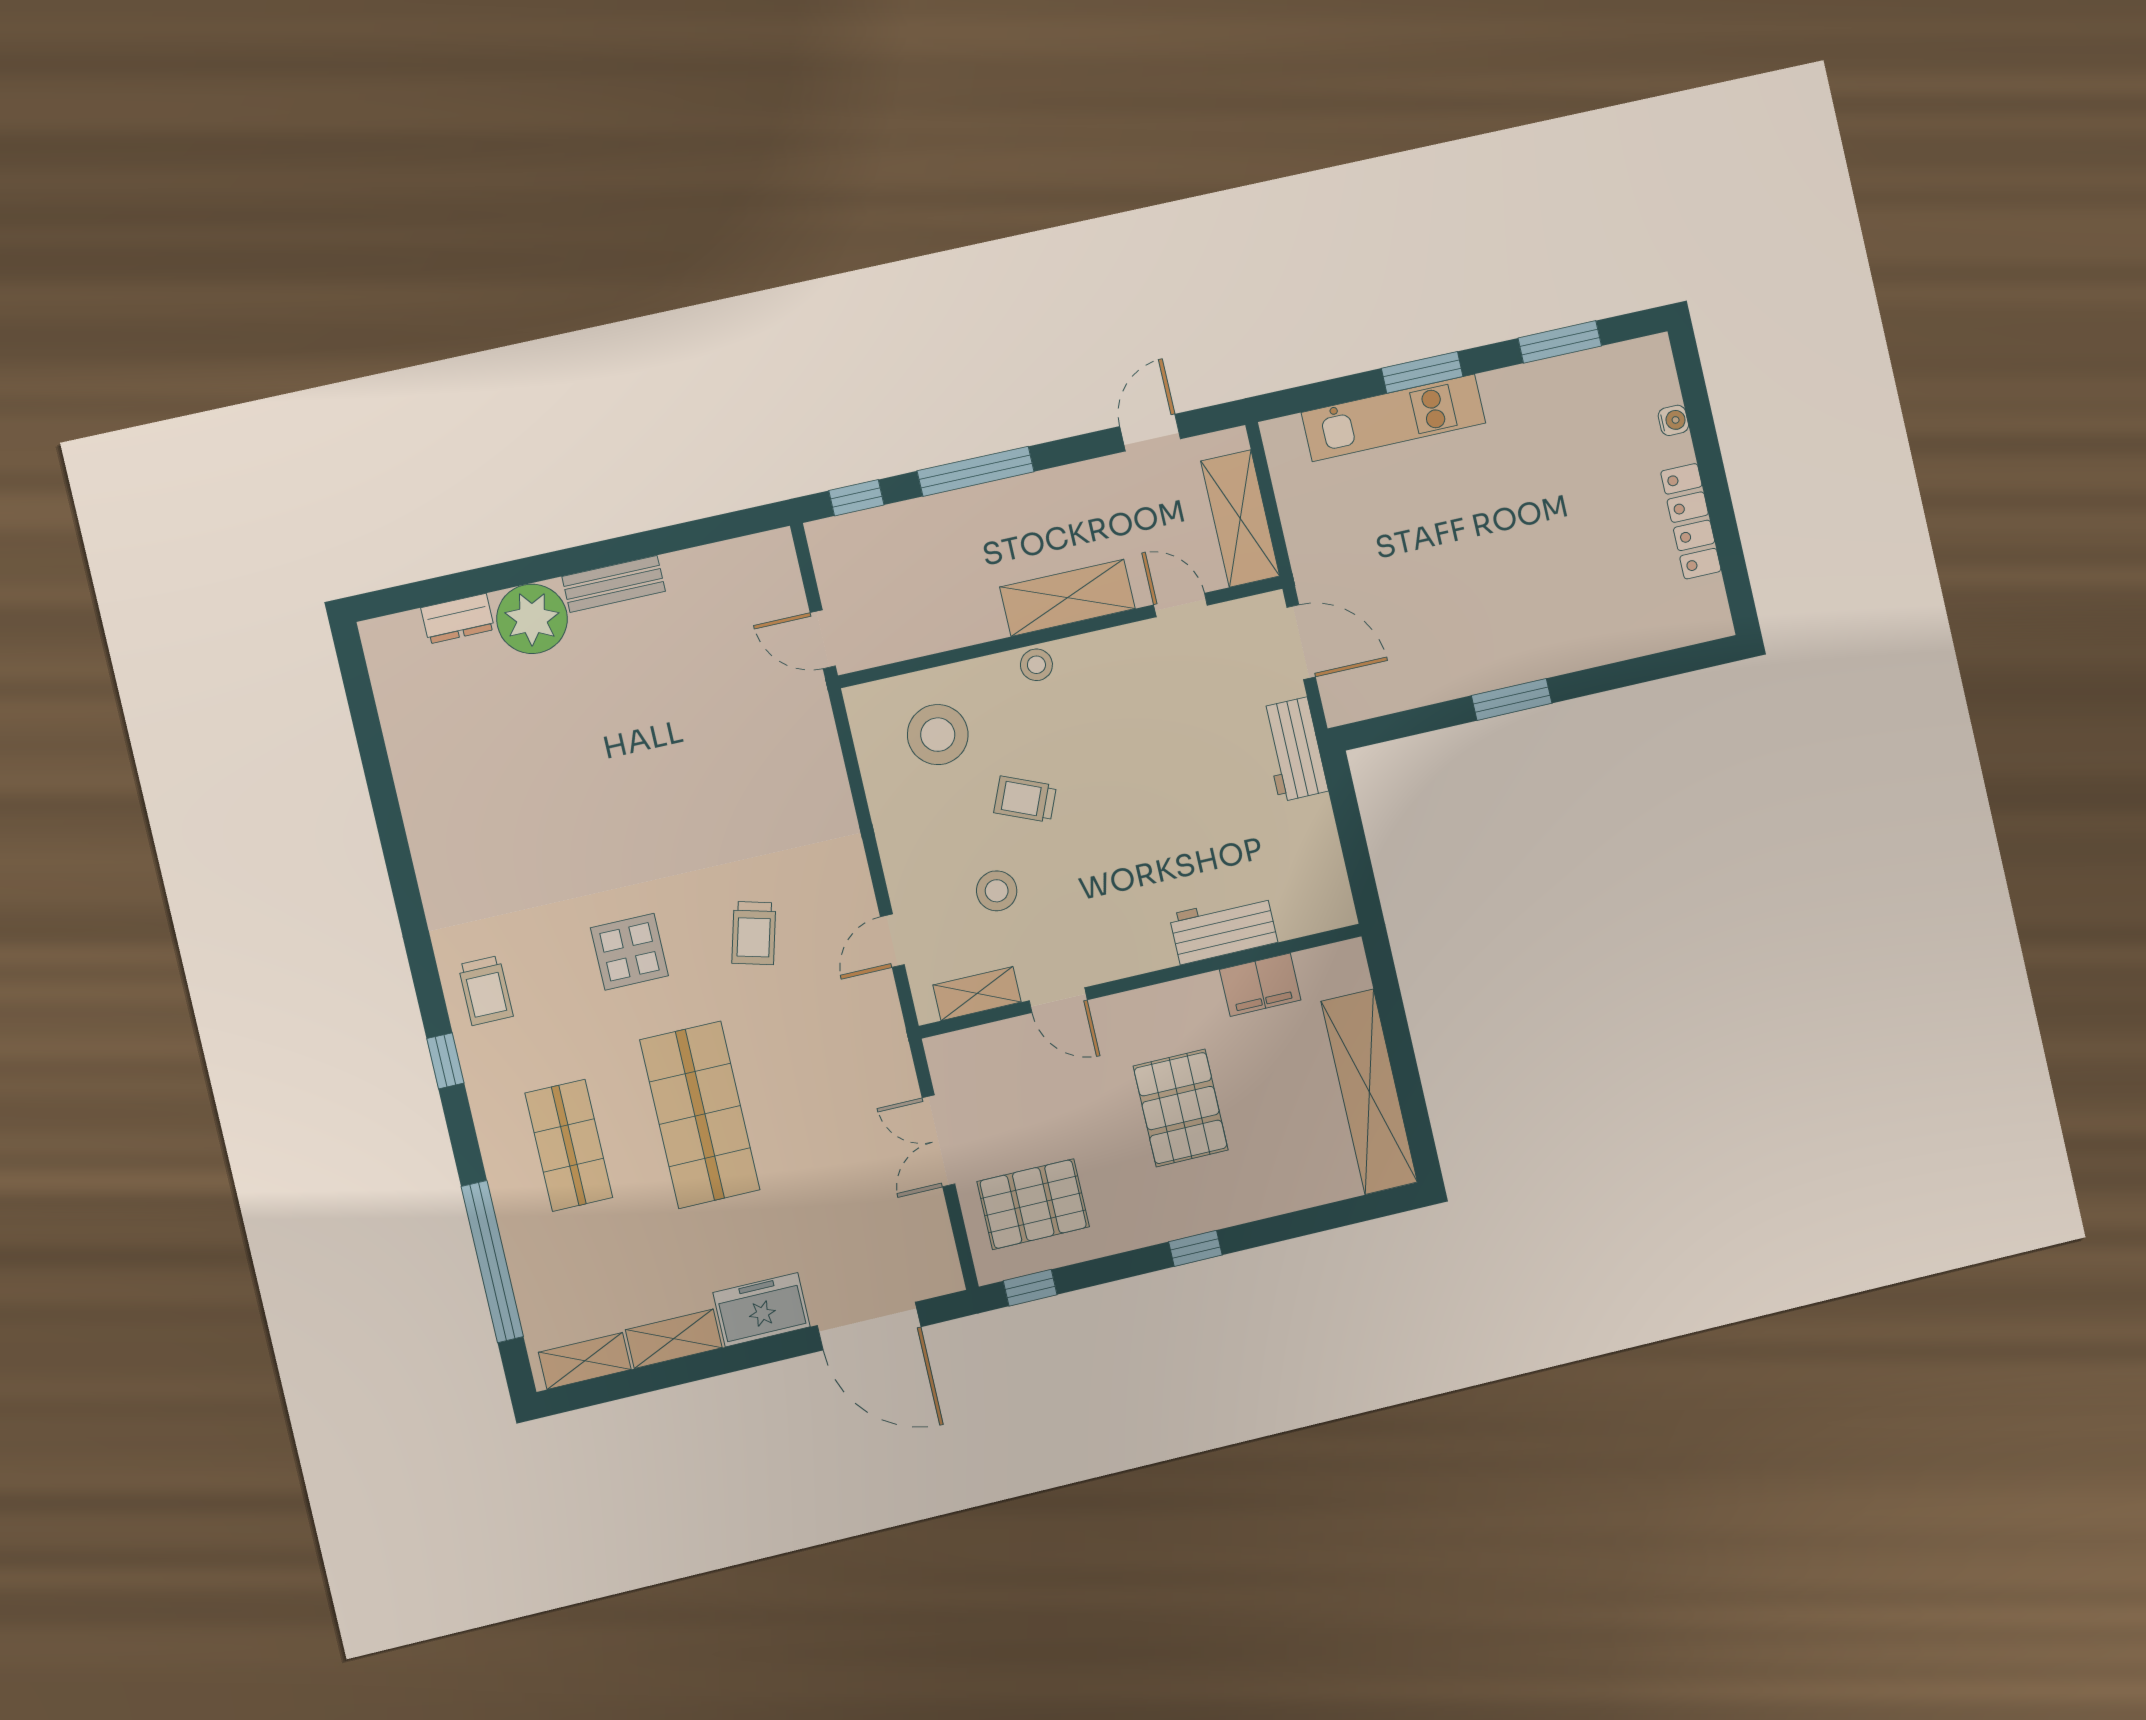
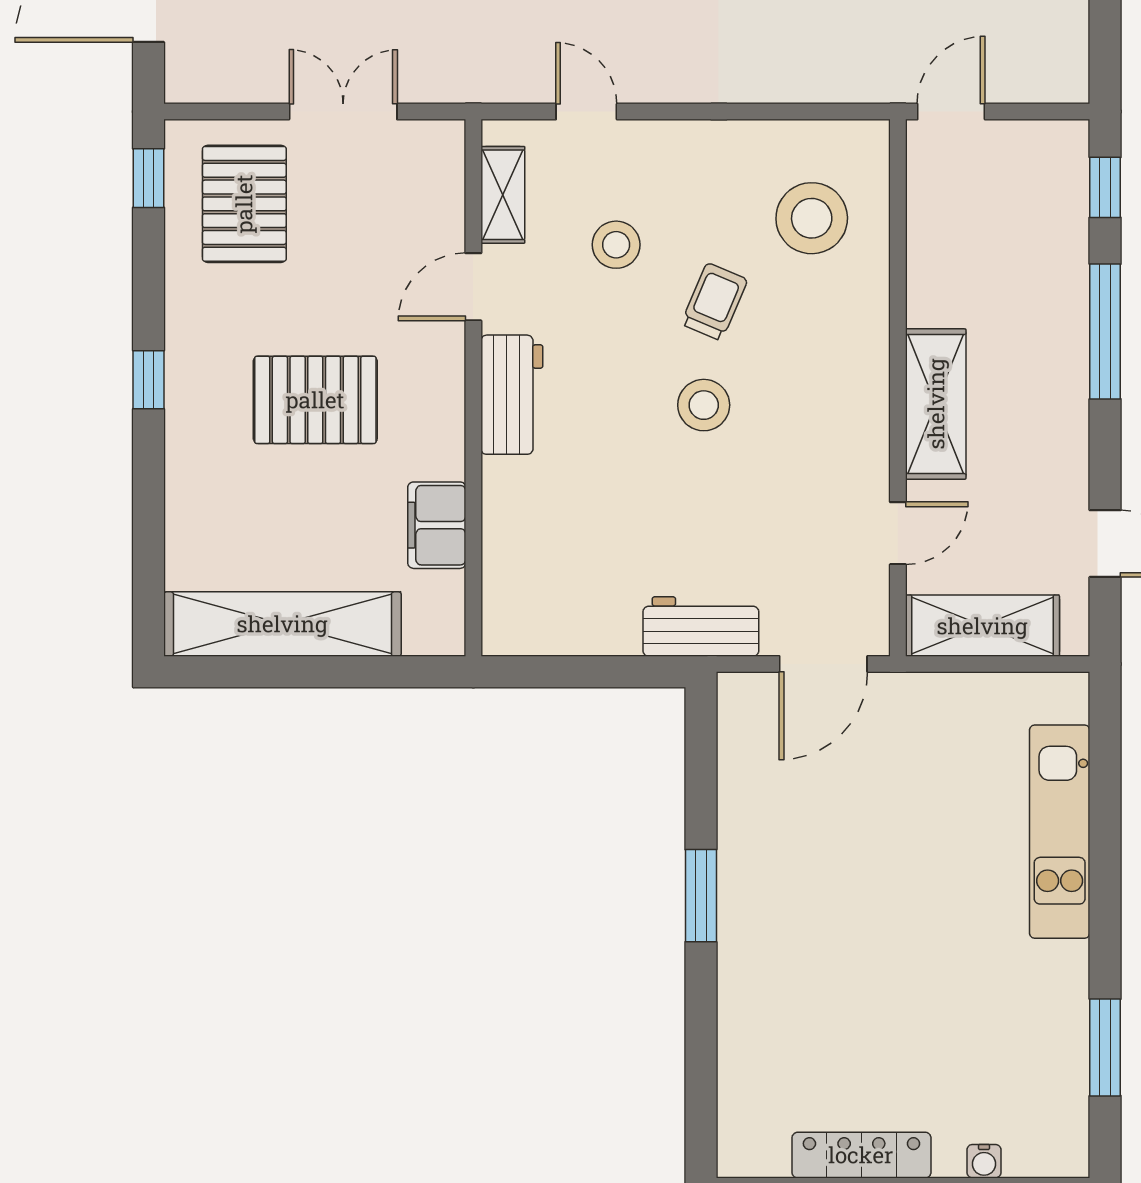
window: (1422, 372) -> (1105, 877), removed
stool: (1036, 665) -> (704, 405), moved, width x1.37, depth x1.37
workbench: (1223, 929) -> (512, 395), moved

